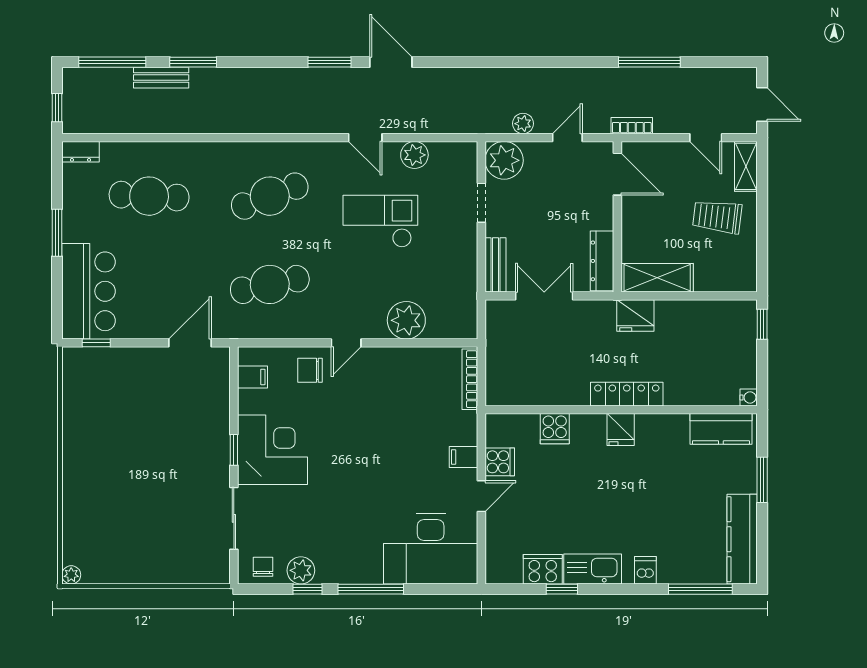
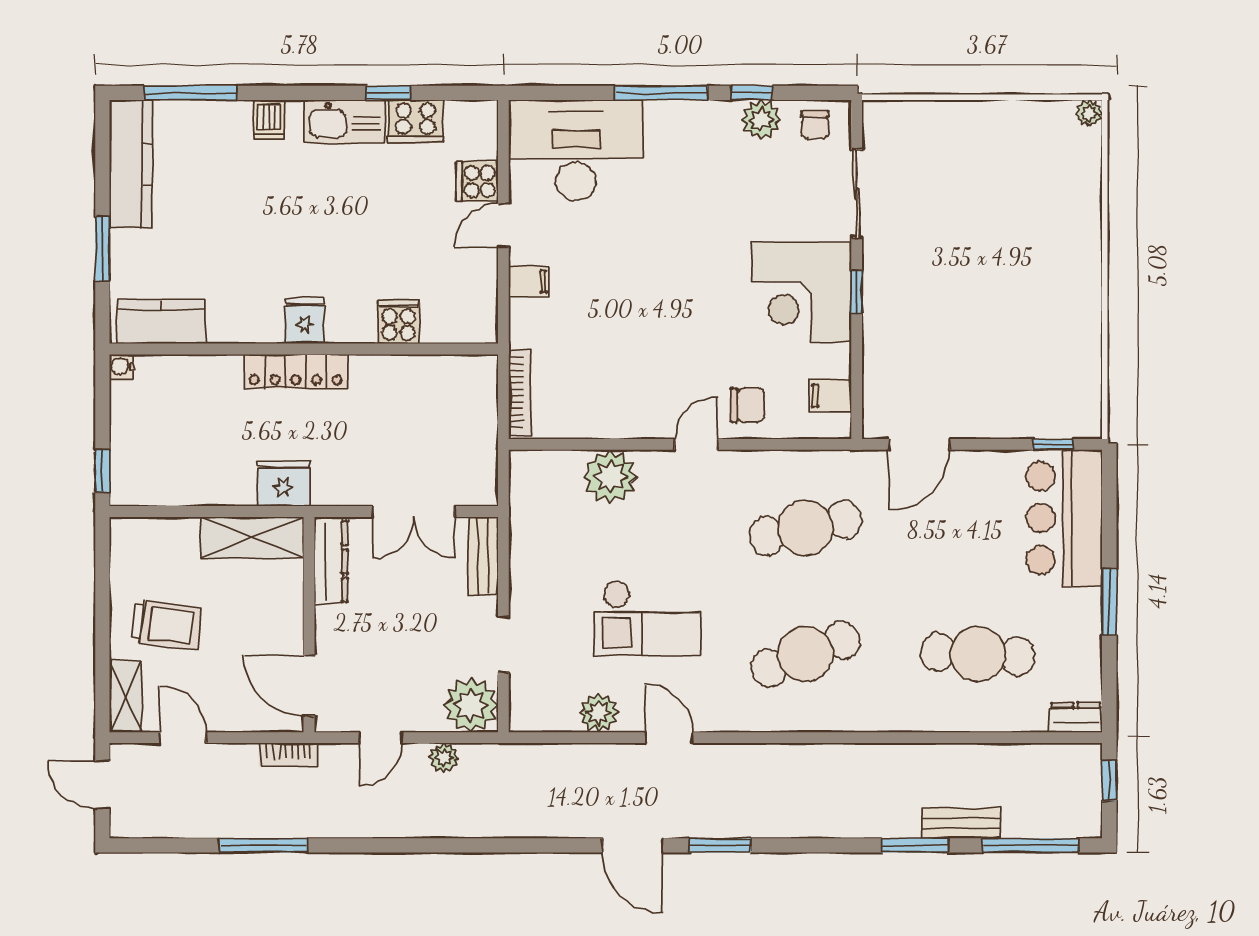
cooker: (500, 462) -> (477, 182), moved

